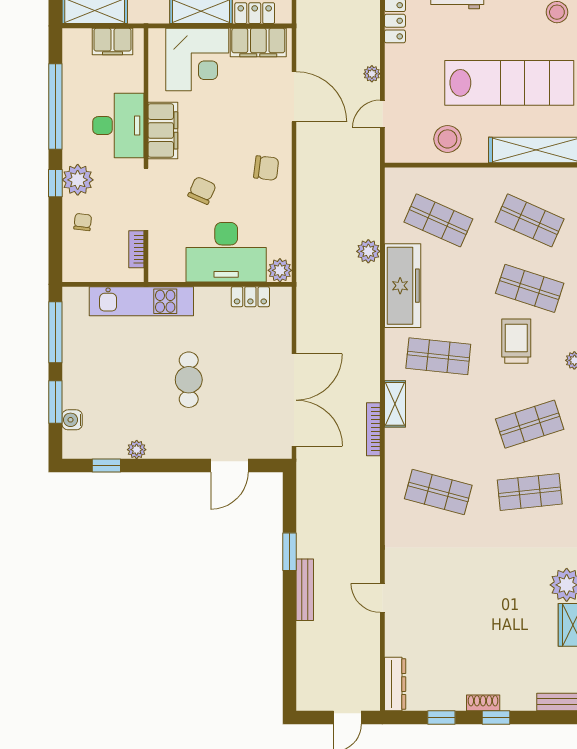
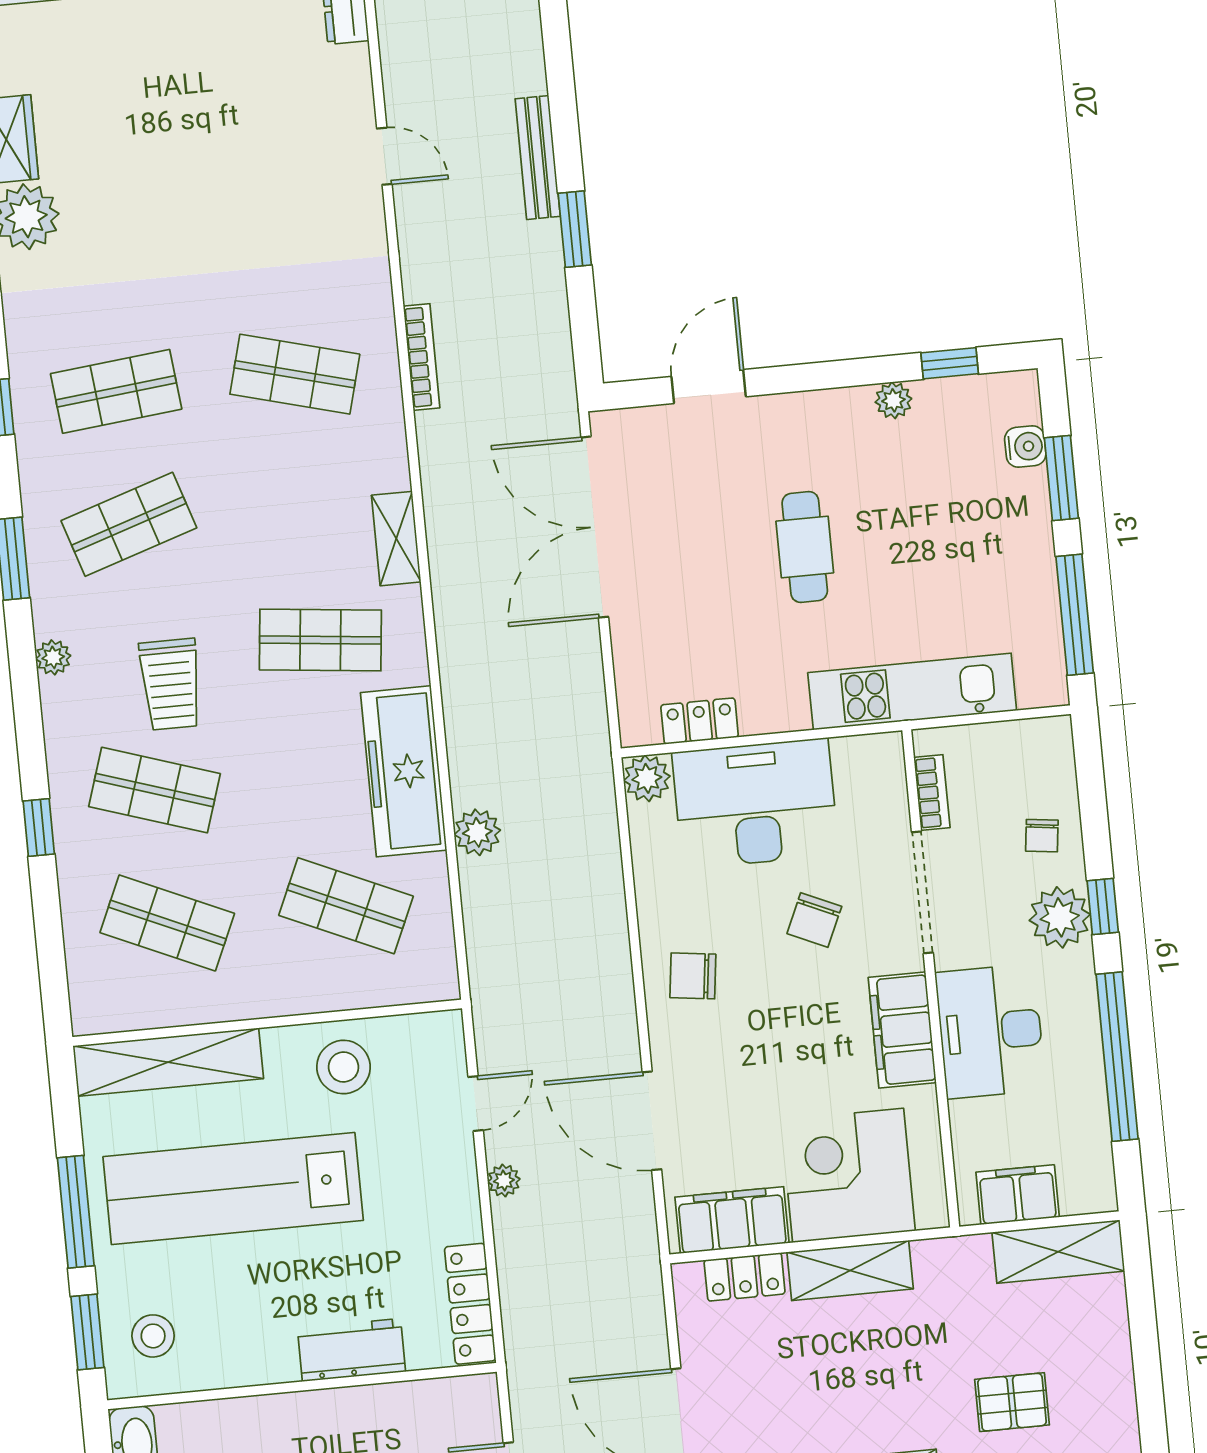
bookcase: (373, 429) -> (422, 357), moved

